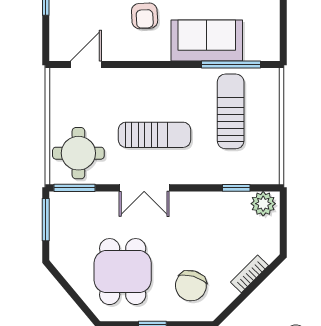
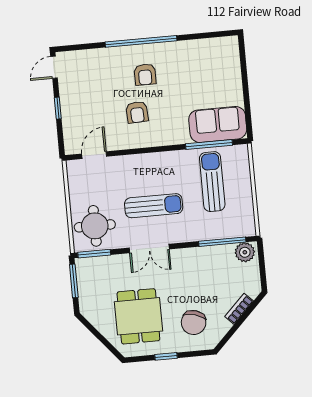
sofa: (207, 40) -> (218, 124), moved
window: (236, 188) -> (222, 242), width x2.17

